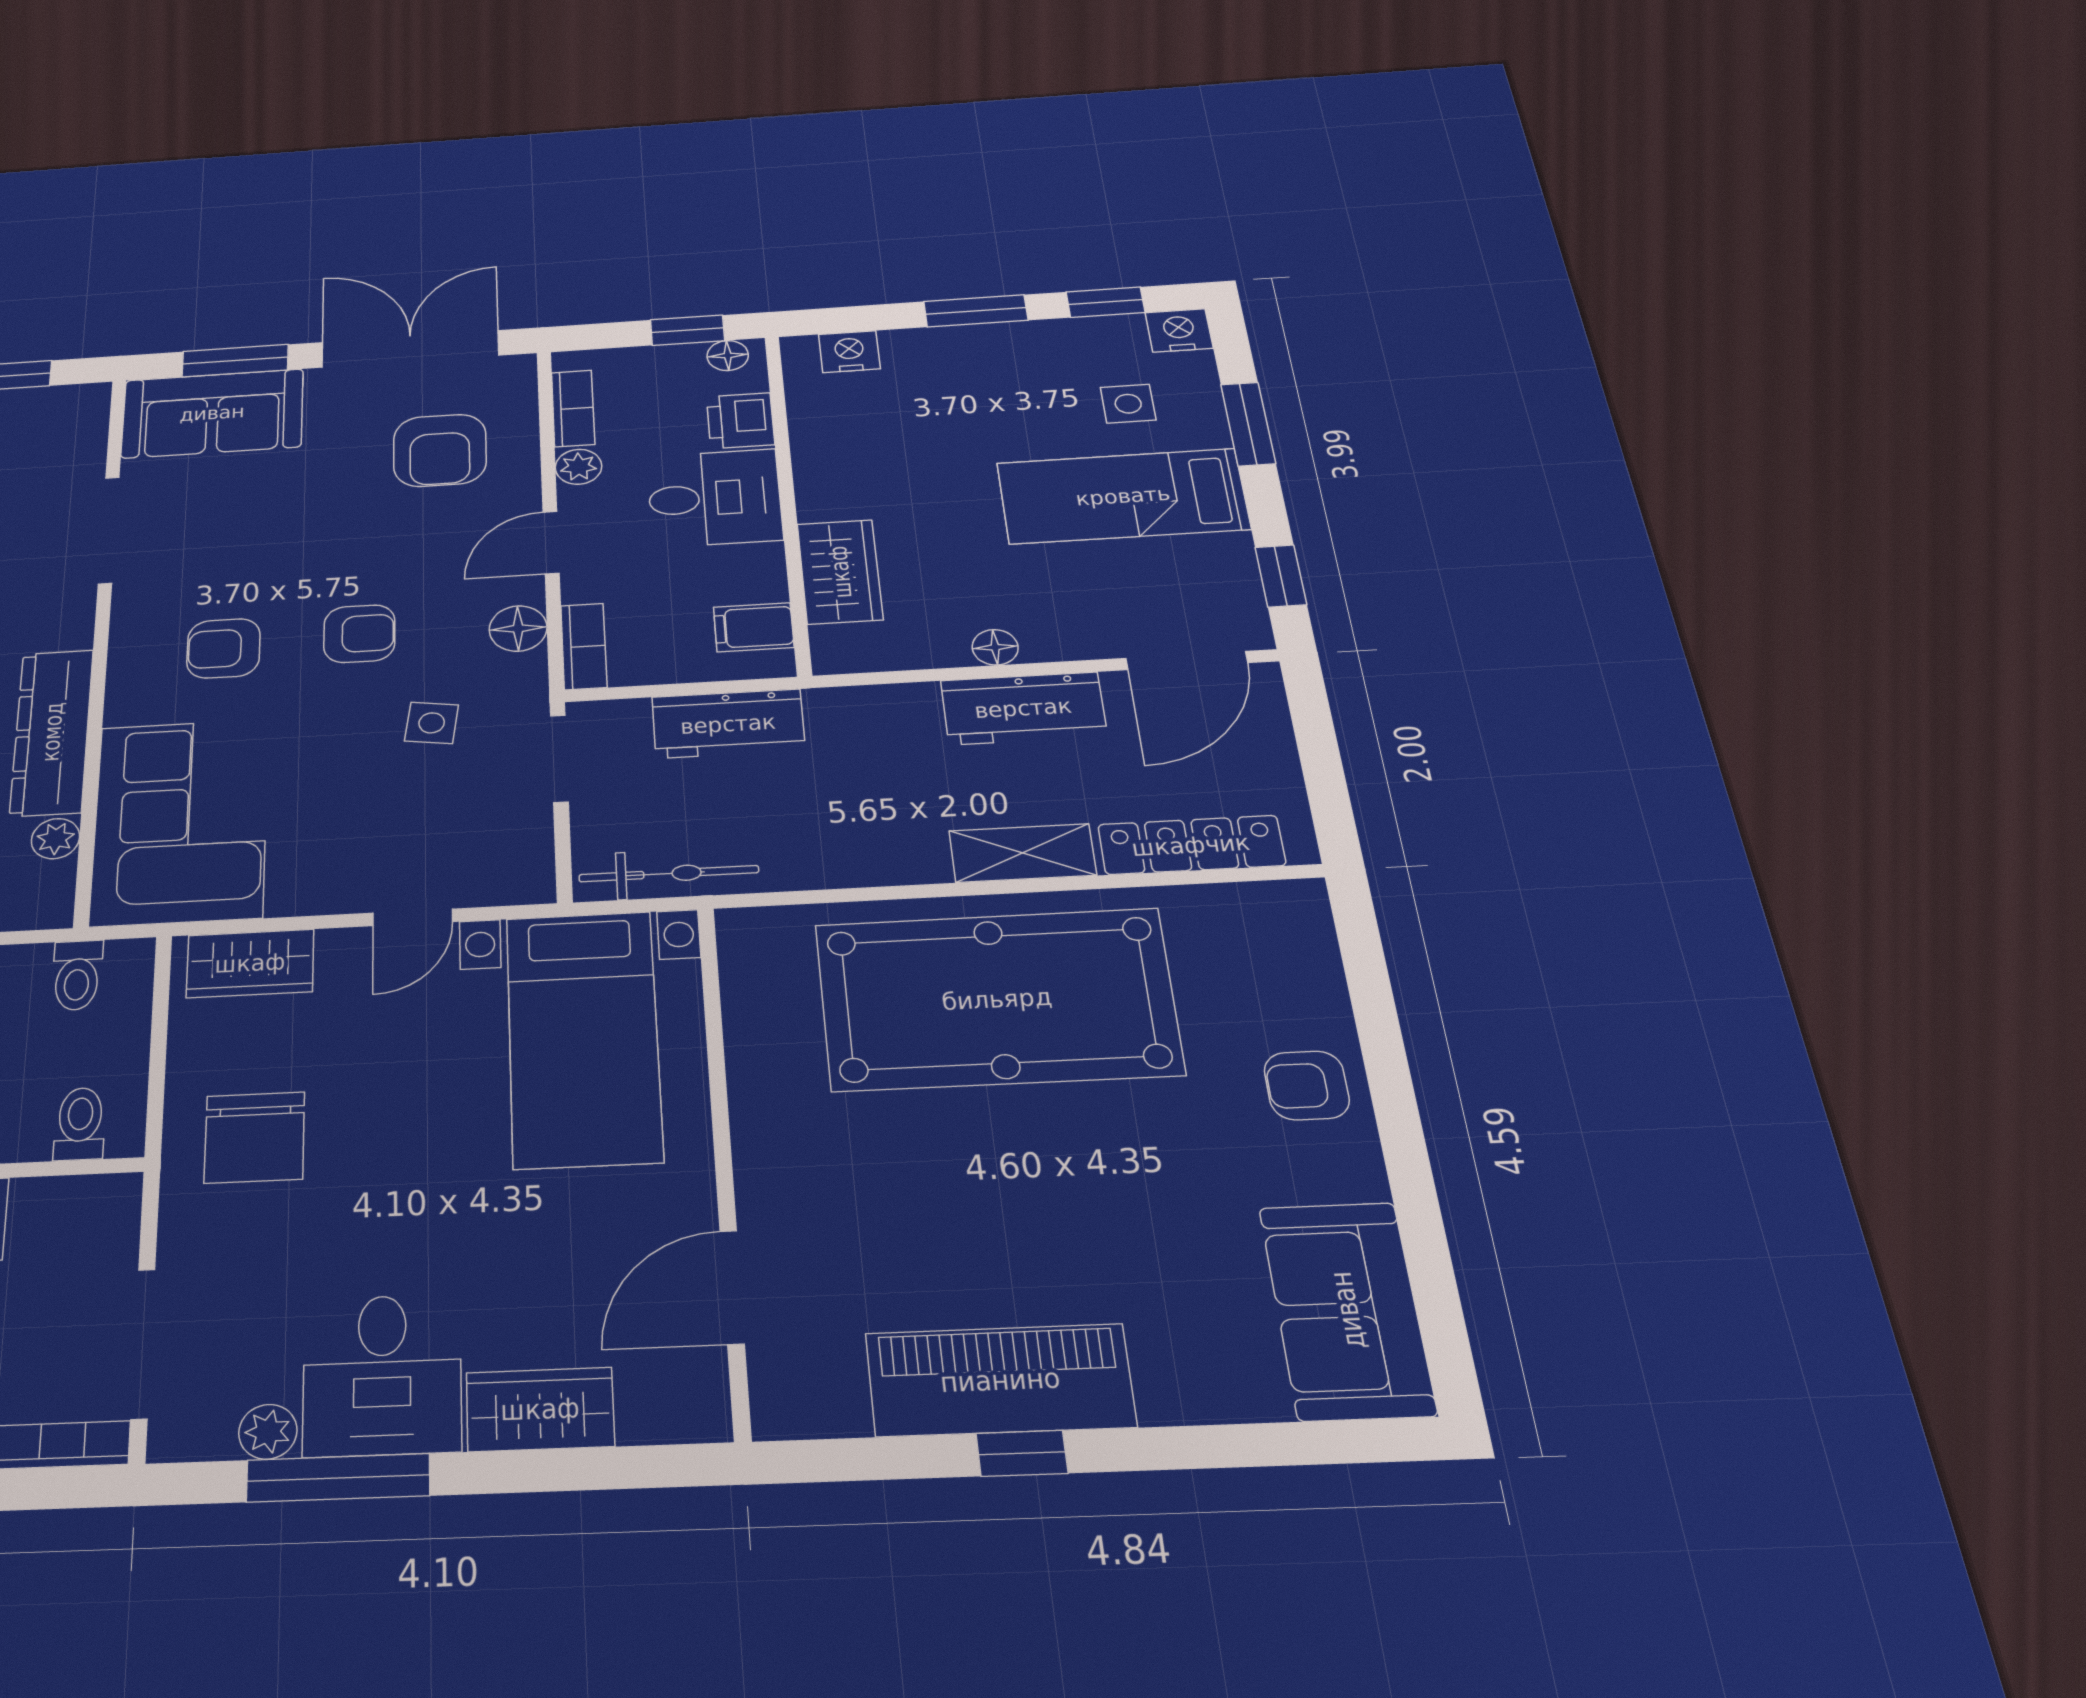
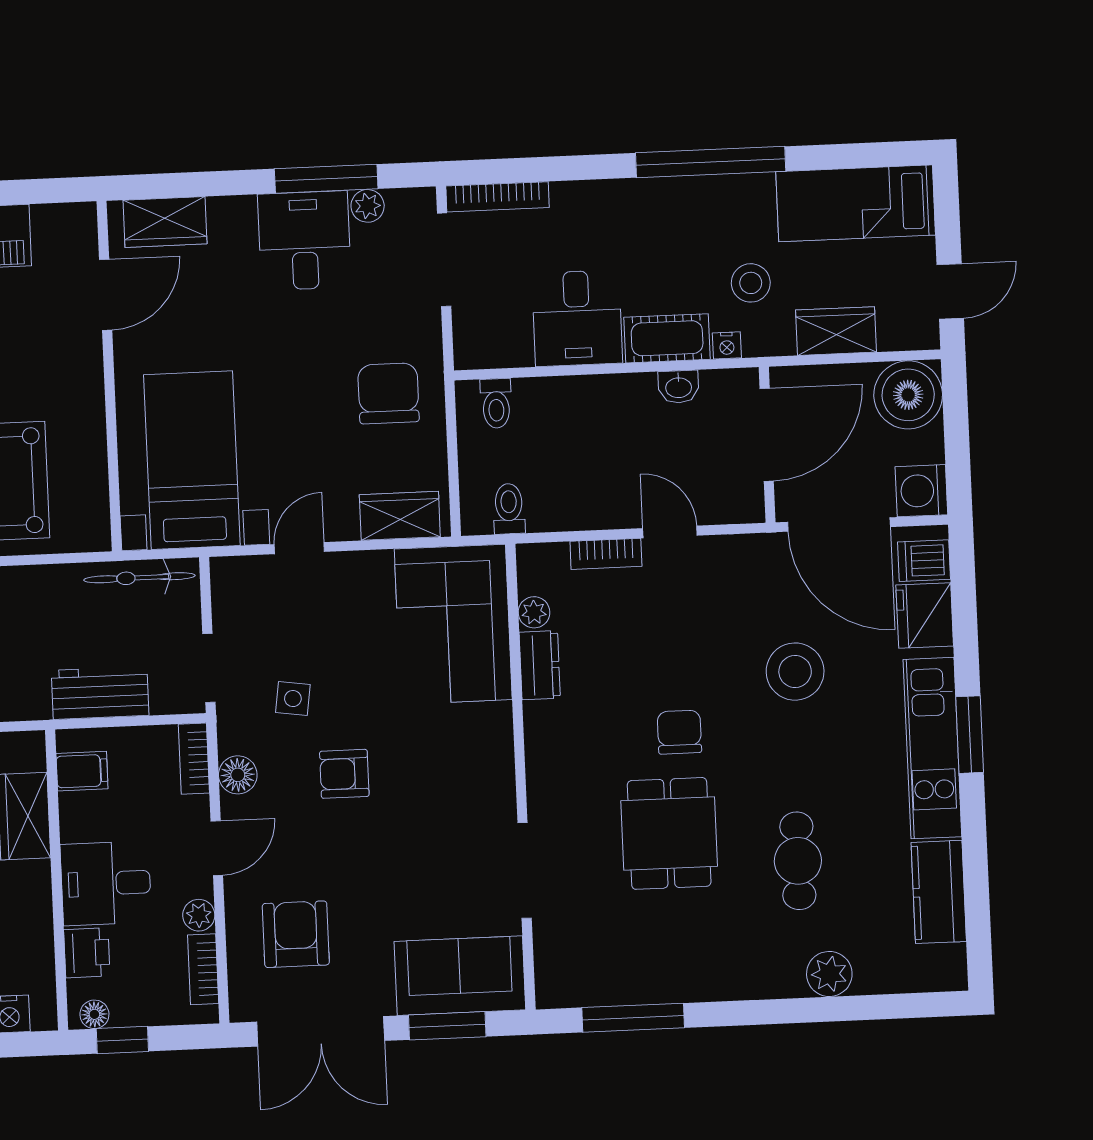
armchair: (223, 648) -> (436, 764), removed
dresser: (52, 732) -> (540, 665), width x0.51, depth x0.80
wardrobe: (540, 1409) -> (165, 222), moved

